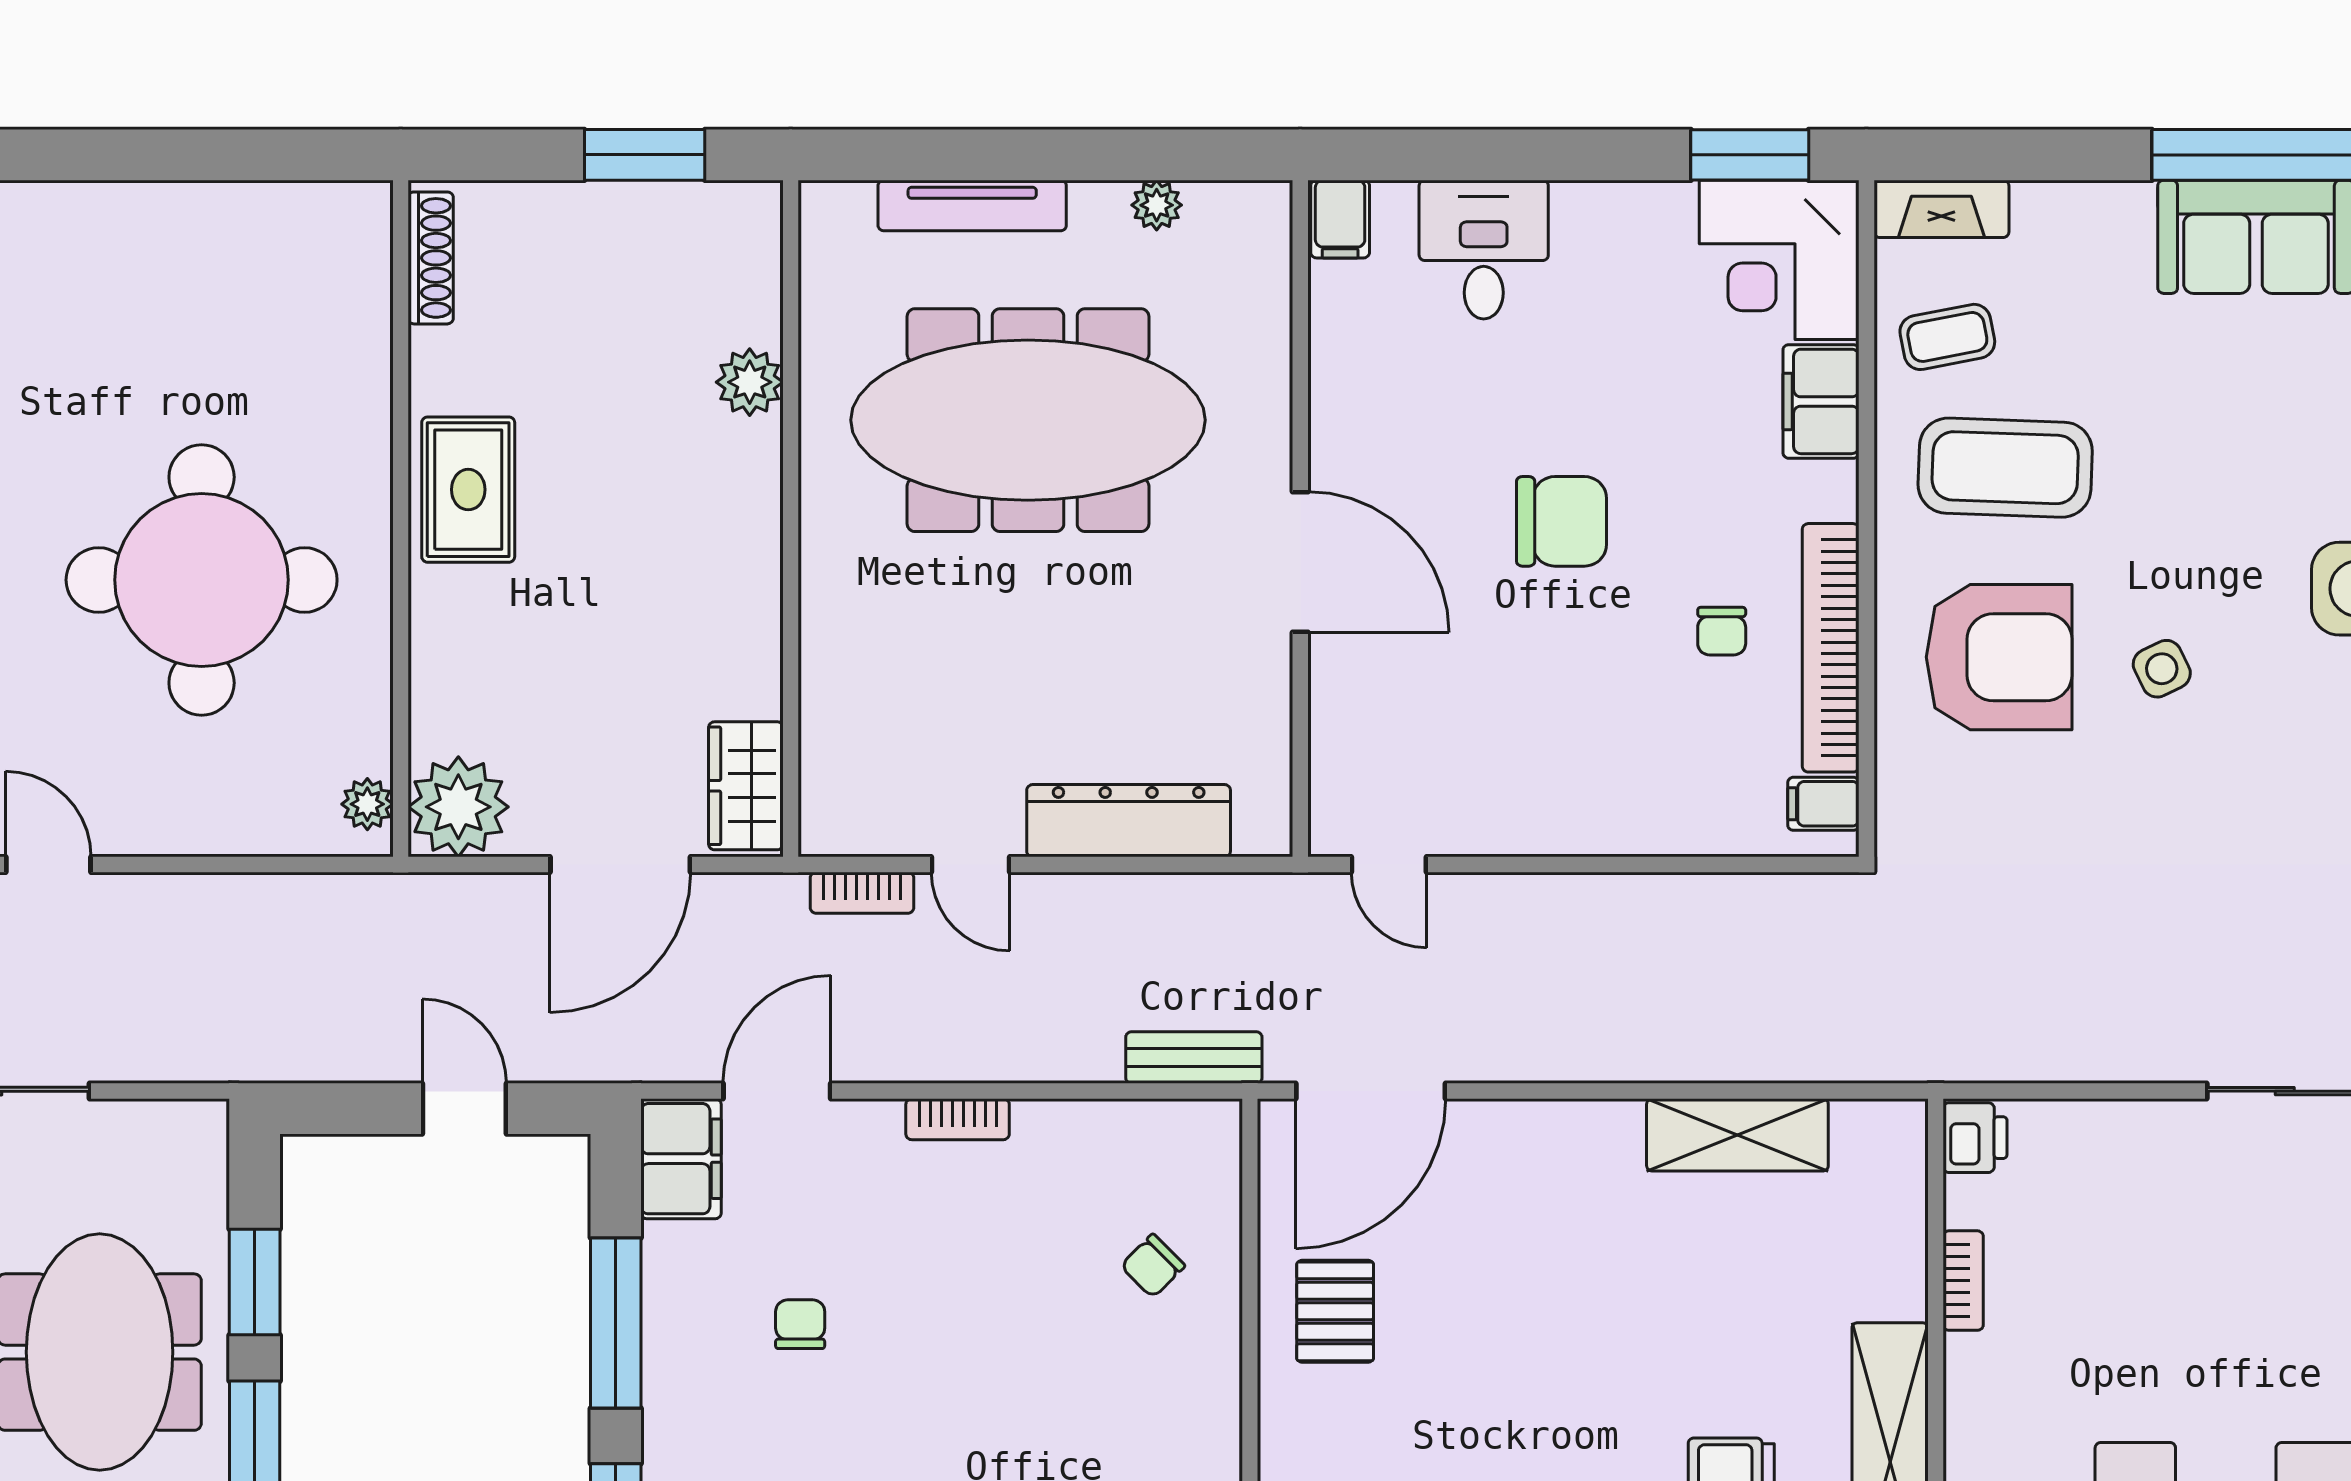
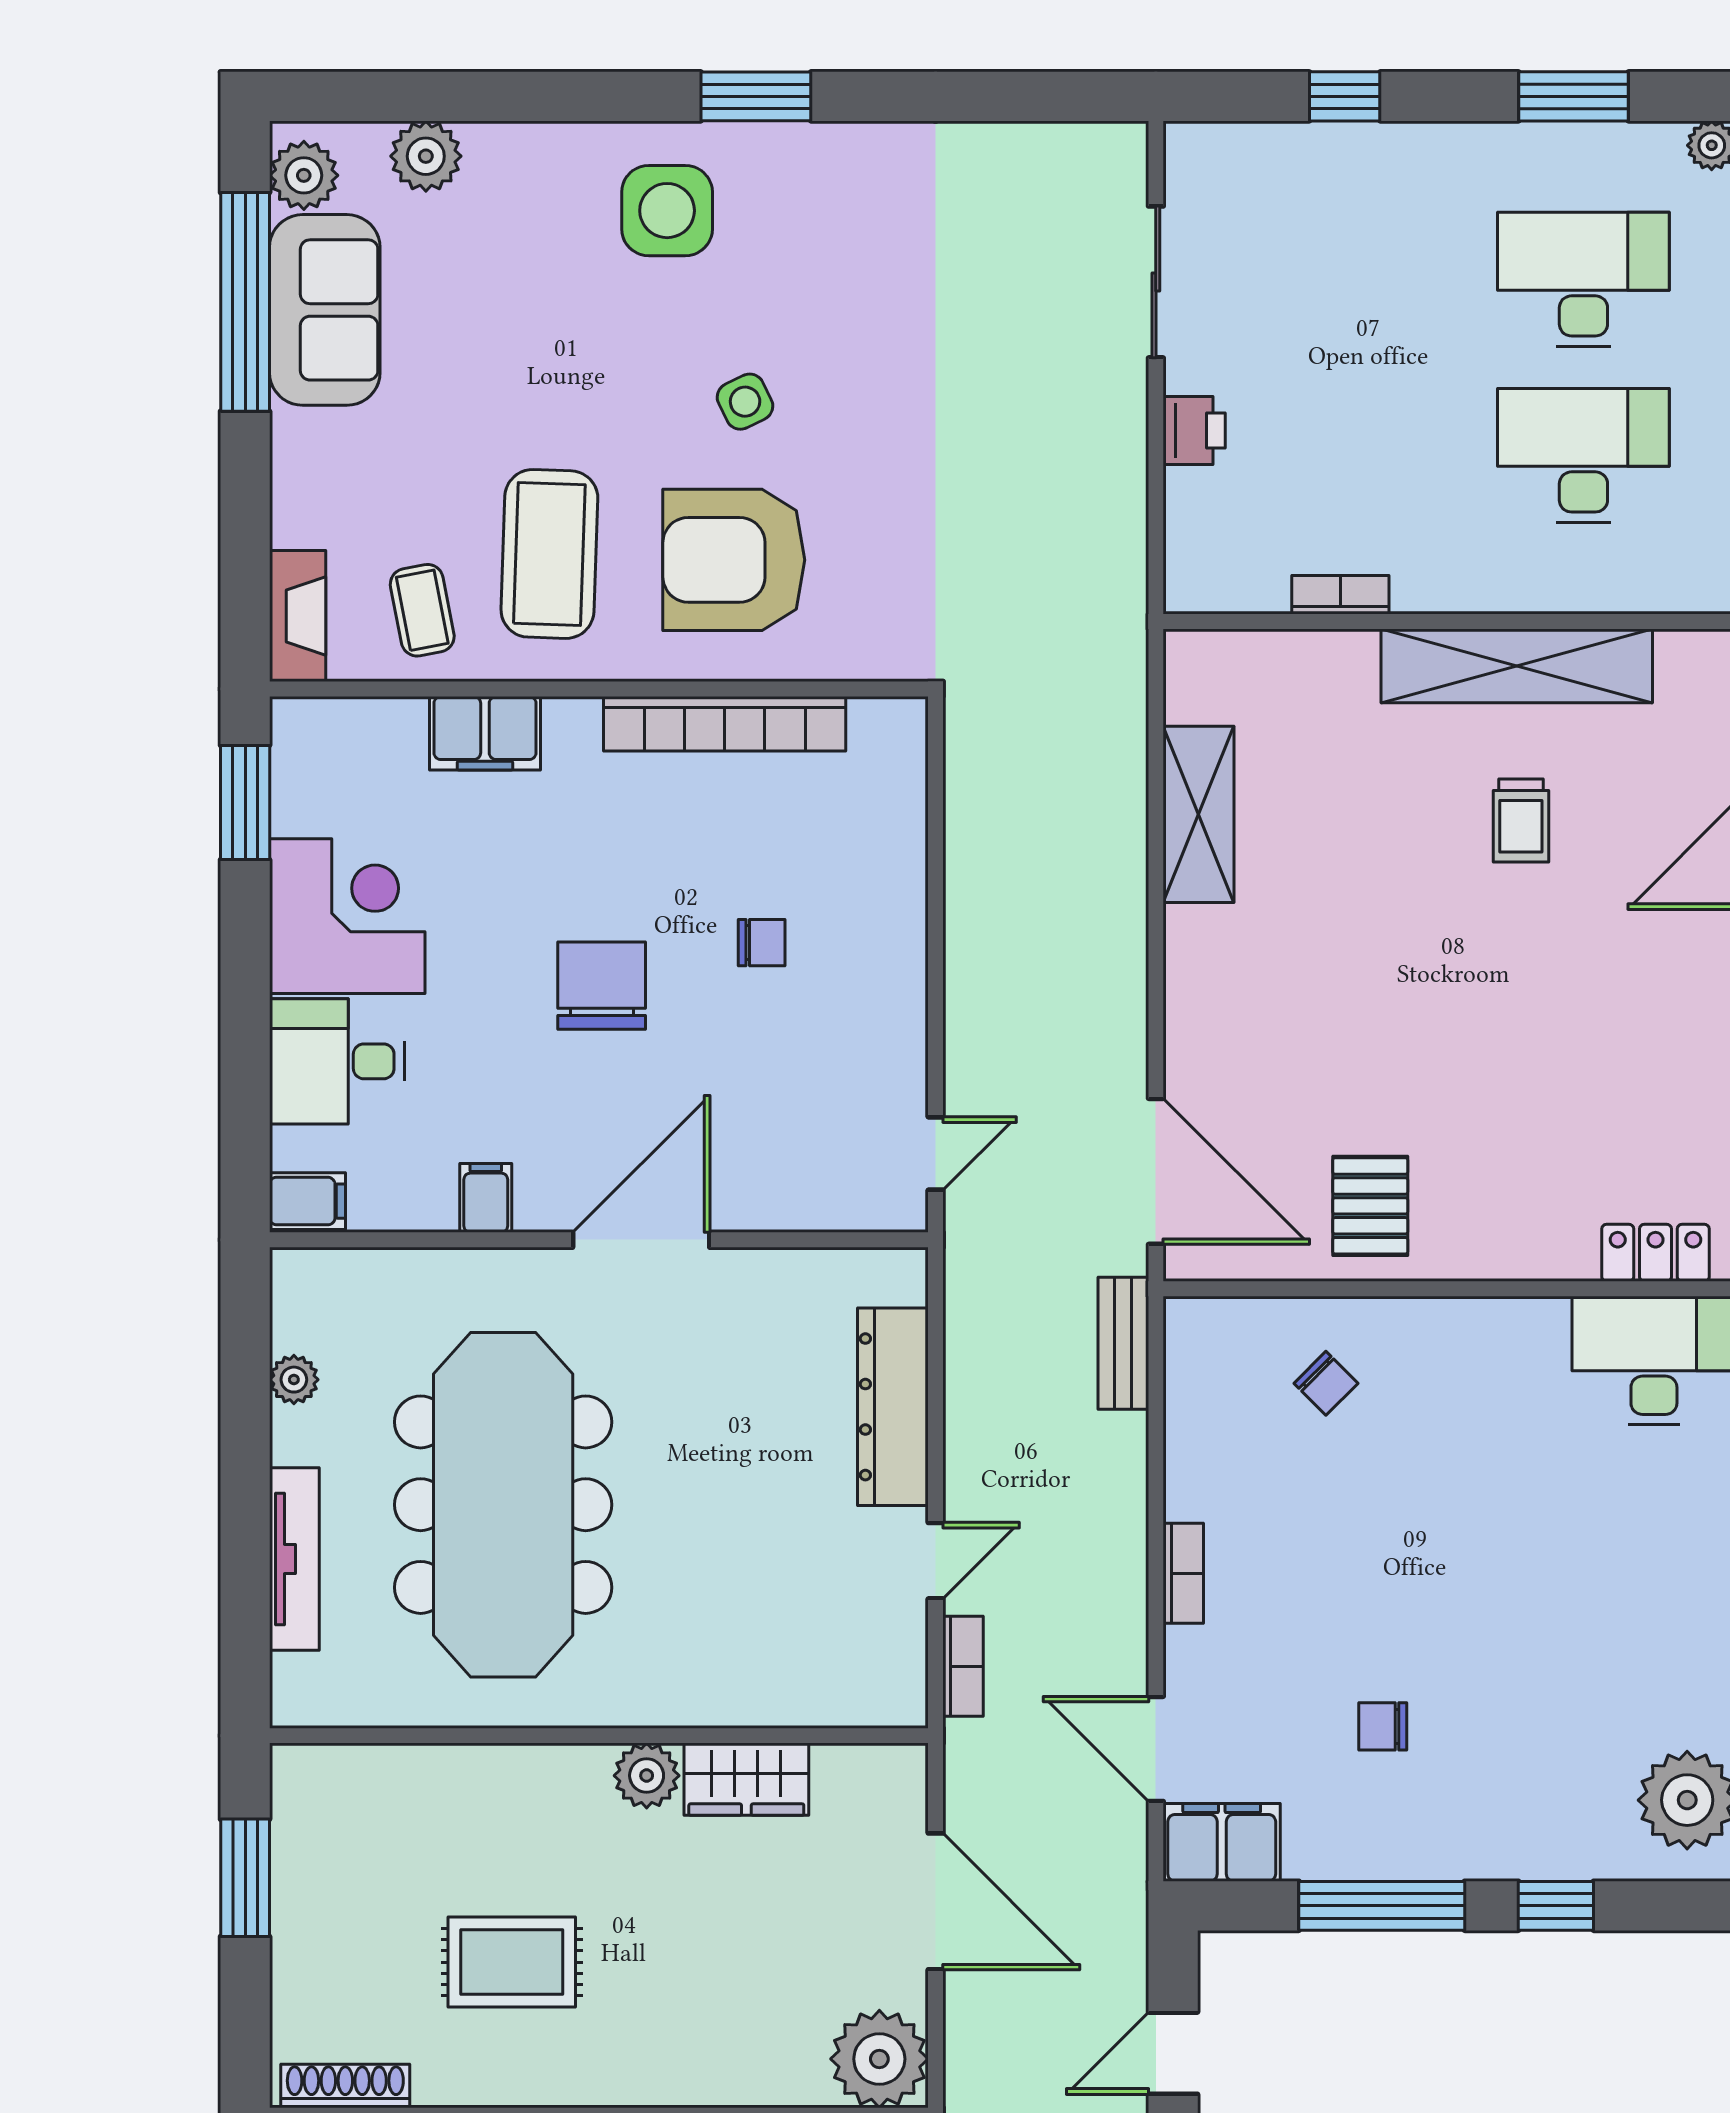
corner desk: (1779, 260) -> (347, 916), moved, turned -90
plant: (750, 382) -> (647, 1776), moved
rug: (468, 490) -> (512, 1962), moved
chair: (1722, 631) -> (762, 943), moved
armchair: (1999, 657) -> (734, 560), turned -90
wardrobe: (746, 786) -> (746, 1779), moved
filing cabinet: (1823, 804) -> (486, 1198), moved, turned 180
printer: (1975, 1138) -> (1194, 431), moved, turned 90
pallet: (1335, 1311) -> (1370, 1206), turned 90

